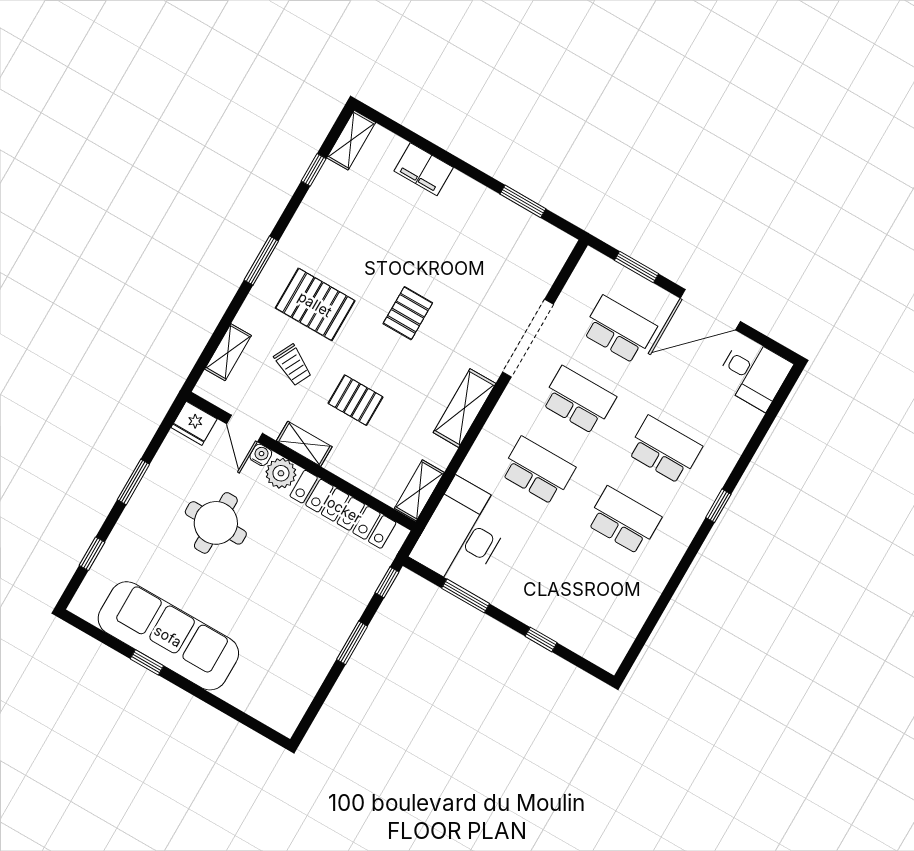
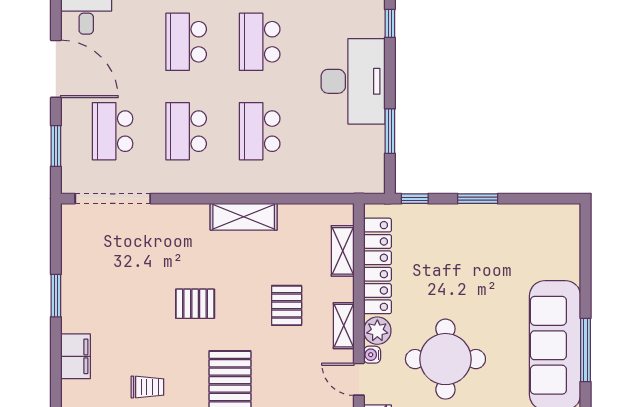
window: (523, 201) -> (56, 296), moved
doorway: (528, 338) -> (113, 199), moved
trolley: (293, 365) -> (147, 387), moved, turned 63
door: (244, 429) -> (359, 379), swing flipped
shelving: (419, 490) -> (343, 251), moved, turned 90
round table: (216, 523) -> (445, 359), width x1.36, depth x1.36
desk: (462, 533) -> (353, 81), moved, turned -90
window: (541, 639) -> (390, 23), moved
window: (147, 662) -> (585, 350), width x2.17

